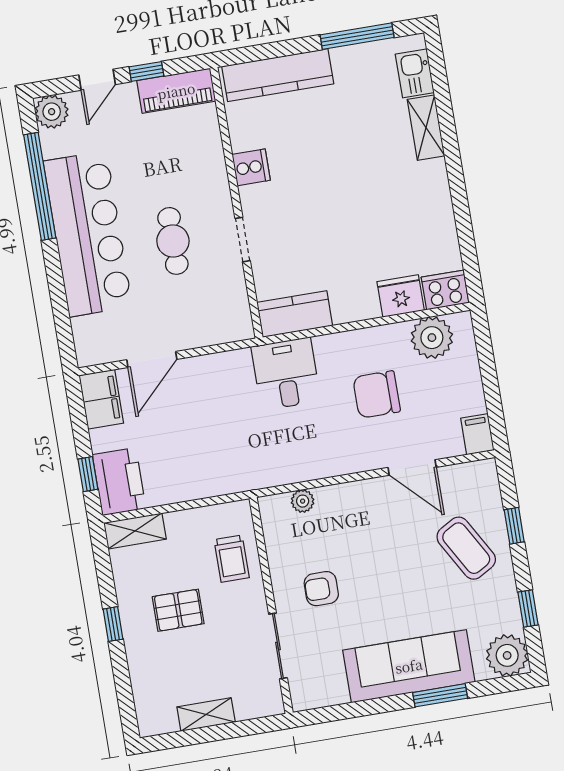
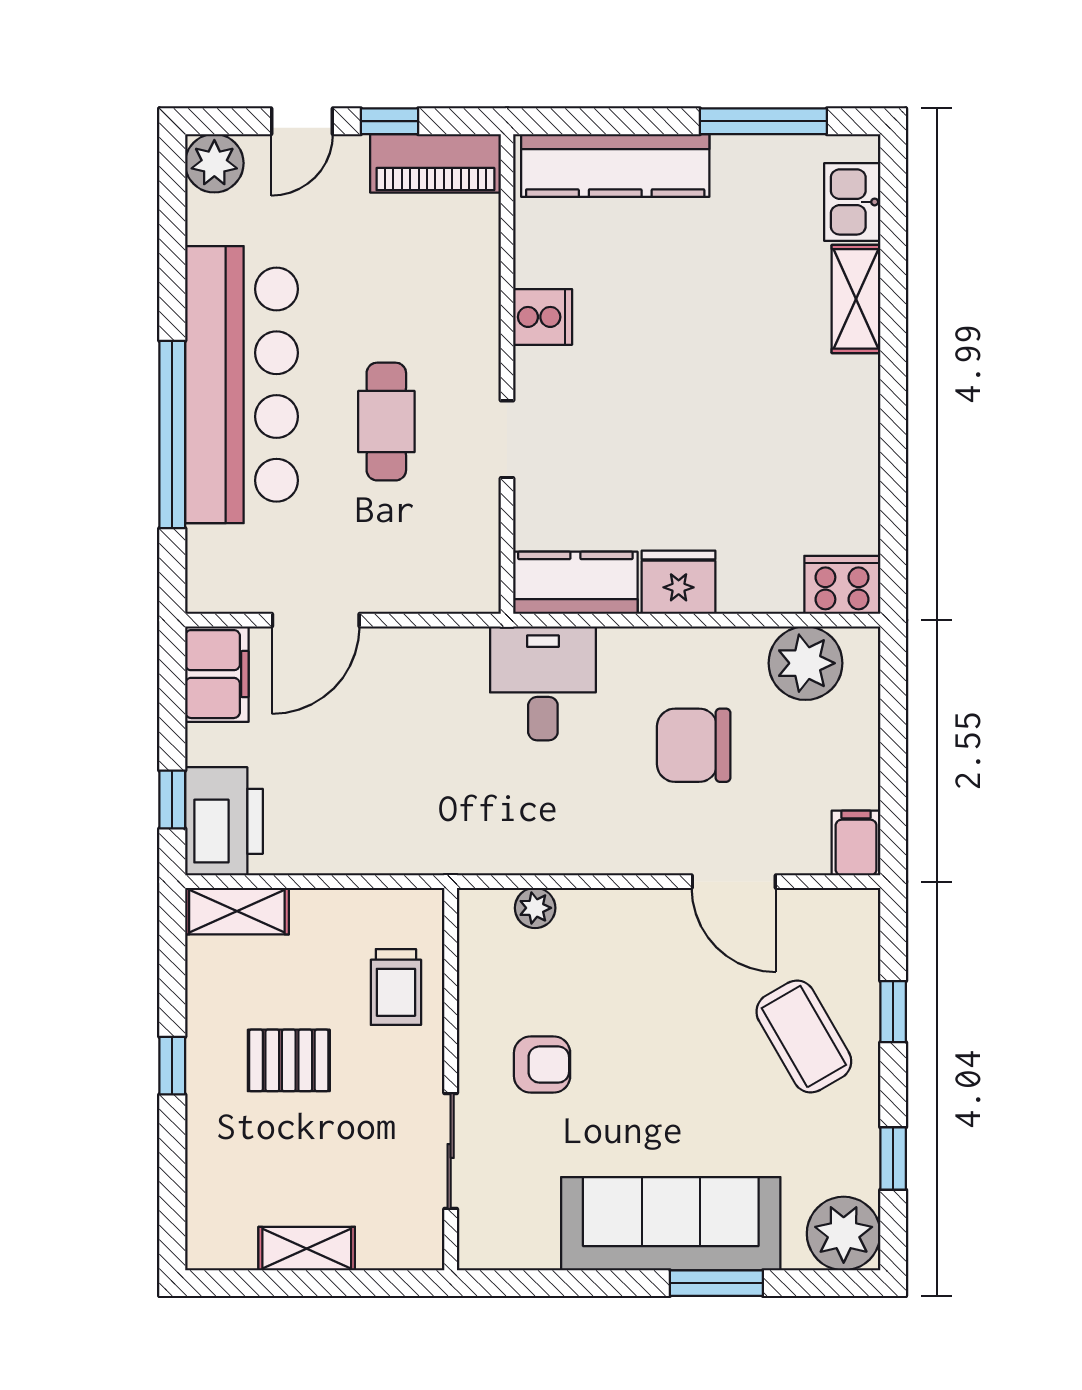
window: (40, 186) -> (172, 435), moved
fridge: (401, 296) -> (679, 582), moved
armchair: (321, 589) -> (542, 1065), turned 180

